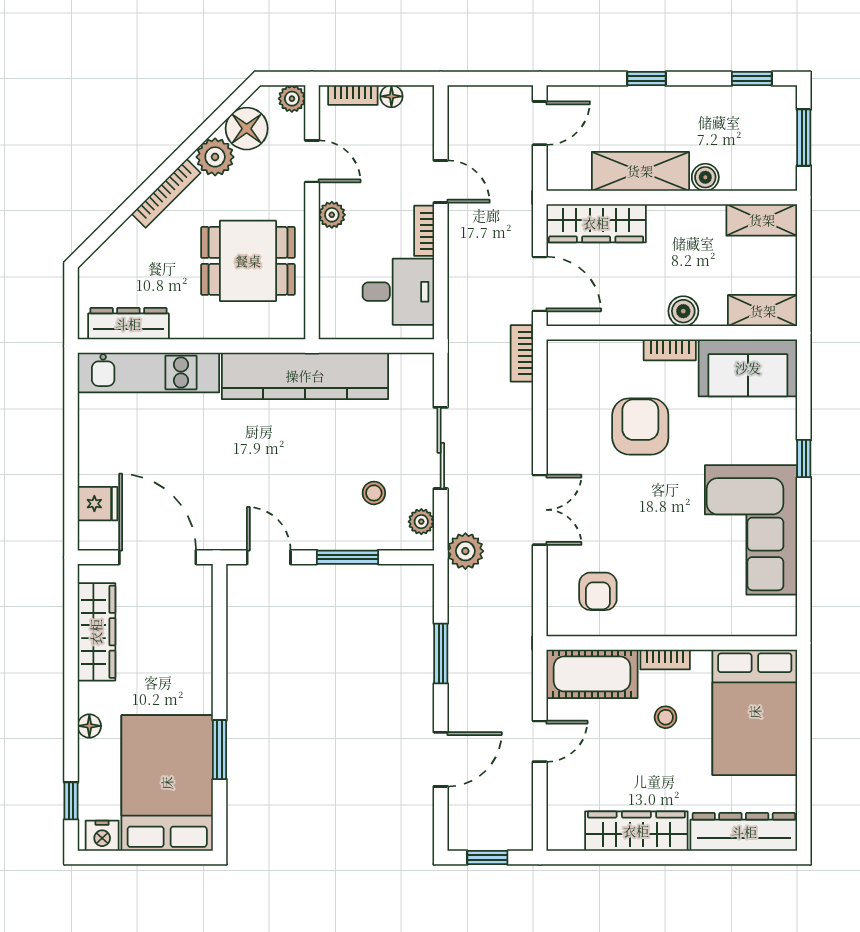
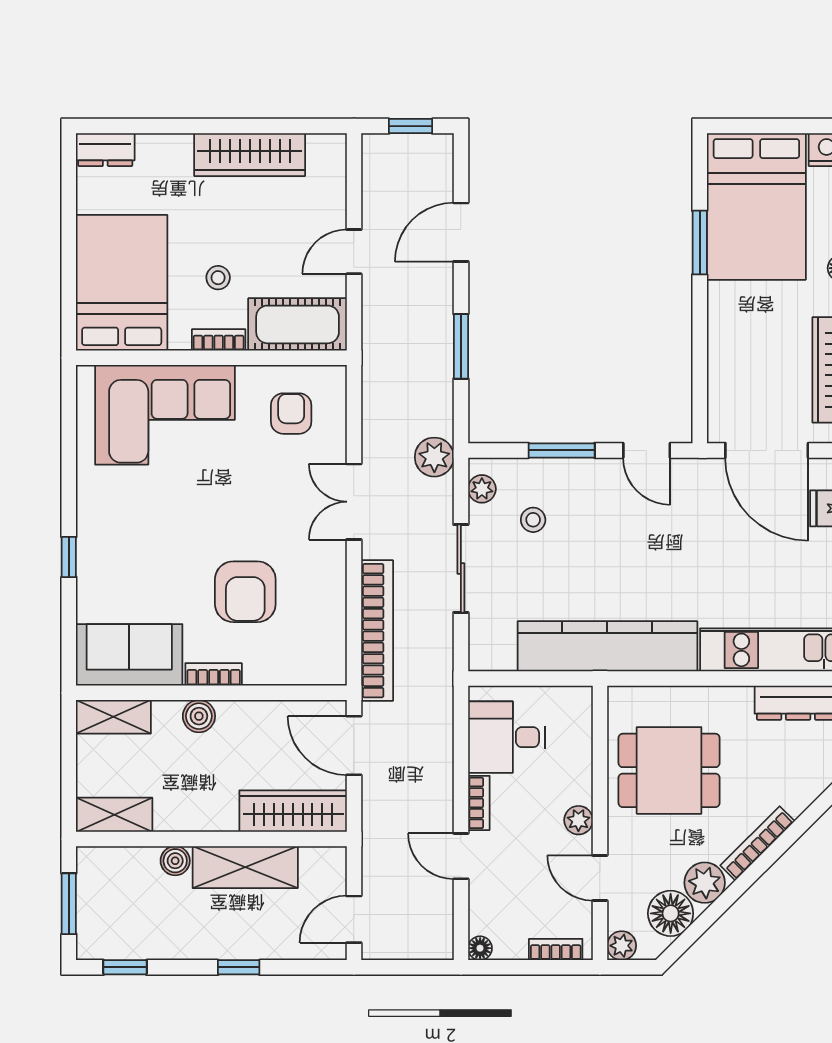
floor lamp: (391, 96) -> (480, 948), moved
bookcase: (522, 353) -> (377, 631), width x2.31, depth x1.31
corner sofa: (751, 530) -> (165, 415), moved, turned 90
dresser: (744, 832) -> (105, 150), width x0.51, depth x0.80

